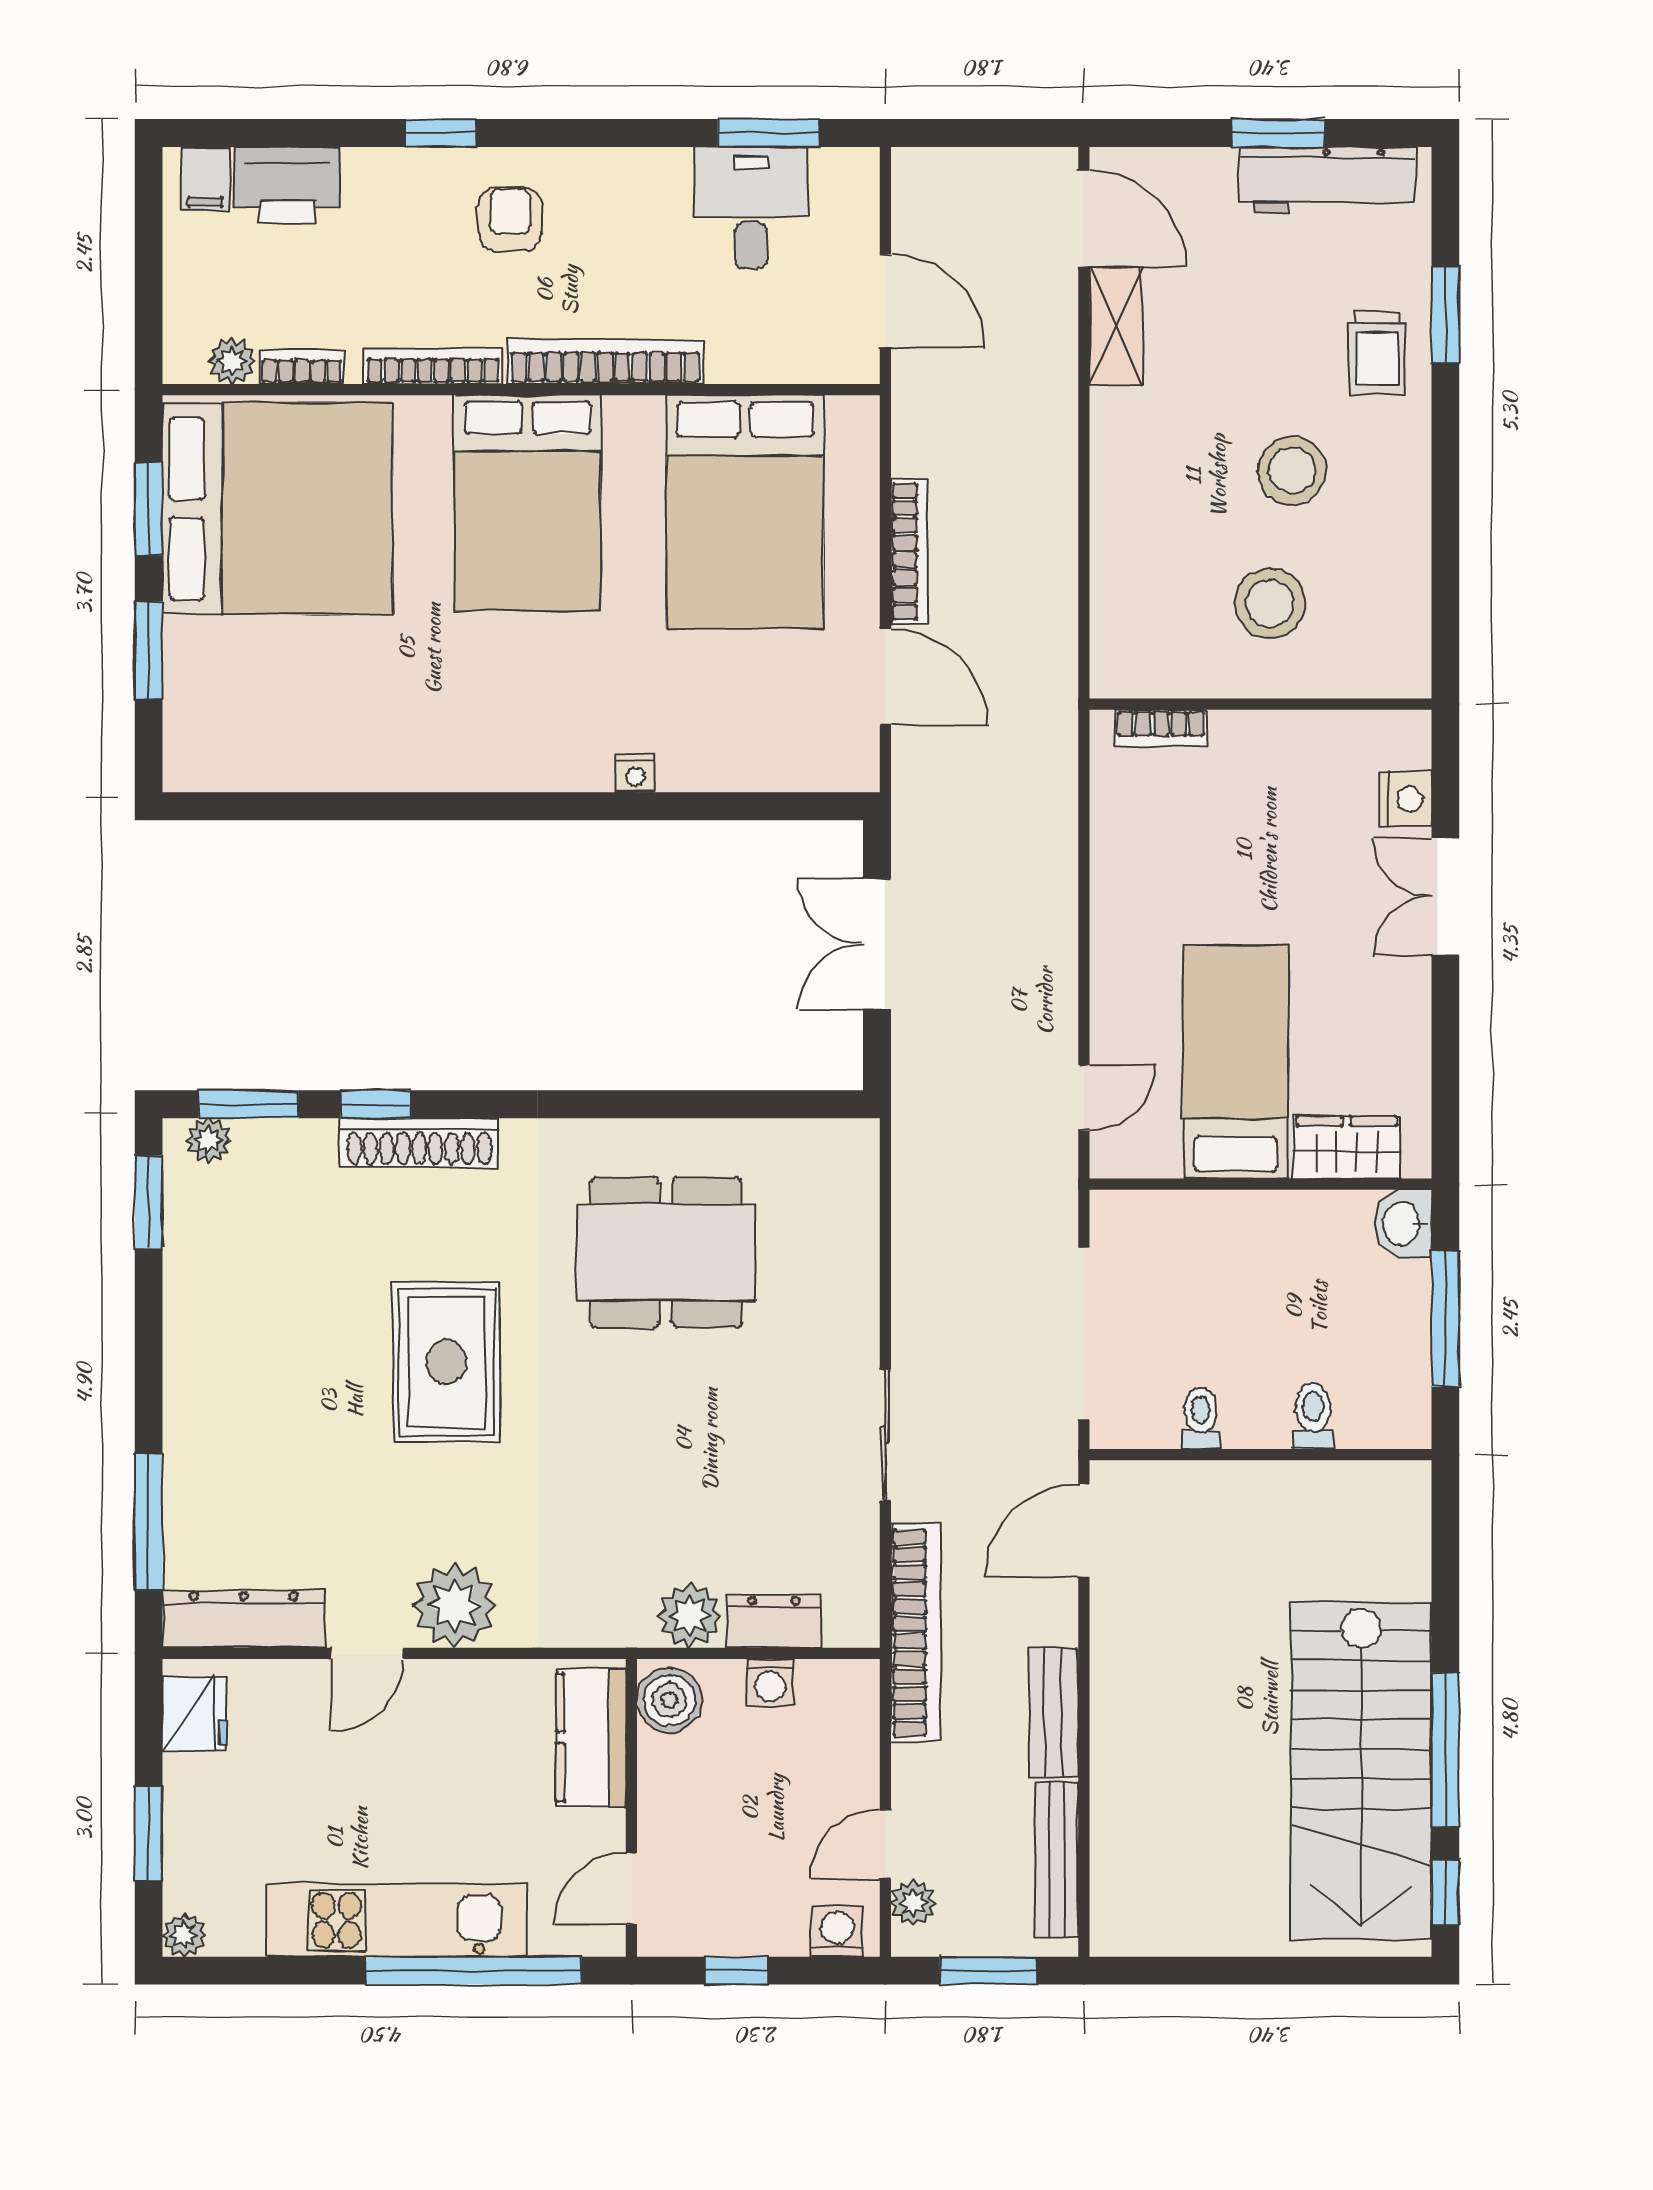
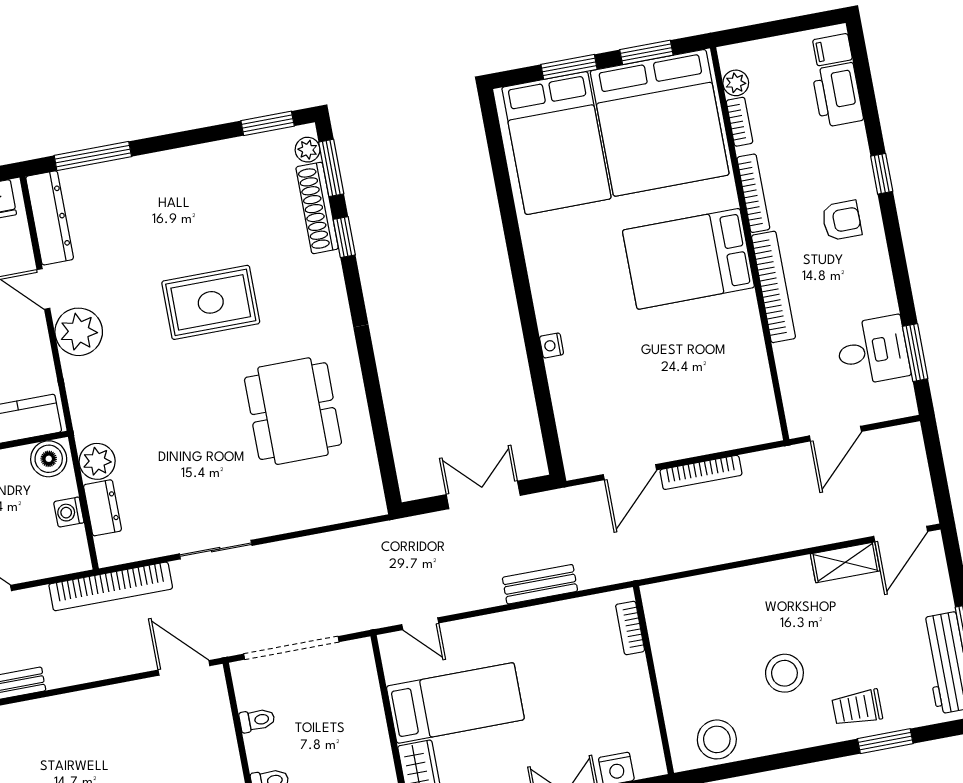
bed: (745, 512) -> (556, 143), moved, turned -90
stool: (1270, 603) -> (717, 739), moved
shoe rack: (419, 1143) -> (317, 208), moved
bench: (1054, 1713) -> (540, 584), moved

